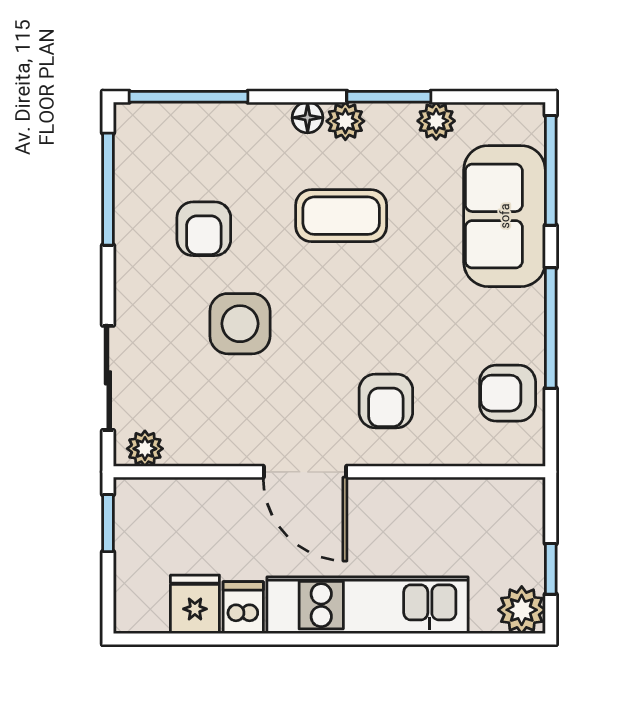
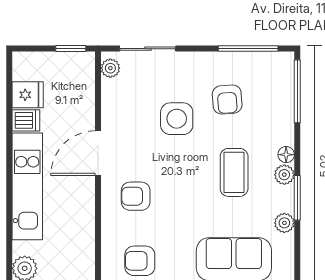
armchair: (204, 229) -> (227, 99), turned -94
armchair: (508, 393) -> (140, 261), turned -90

